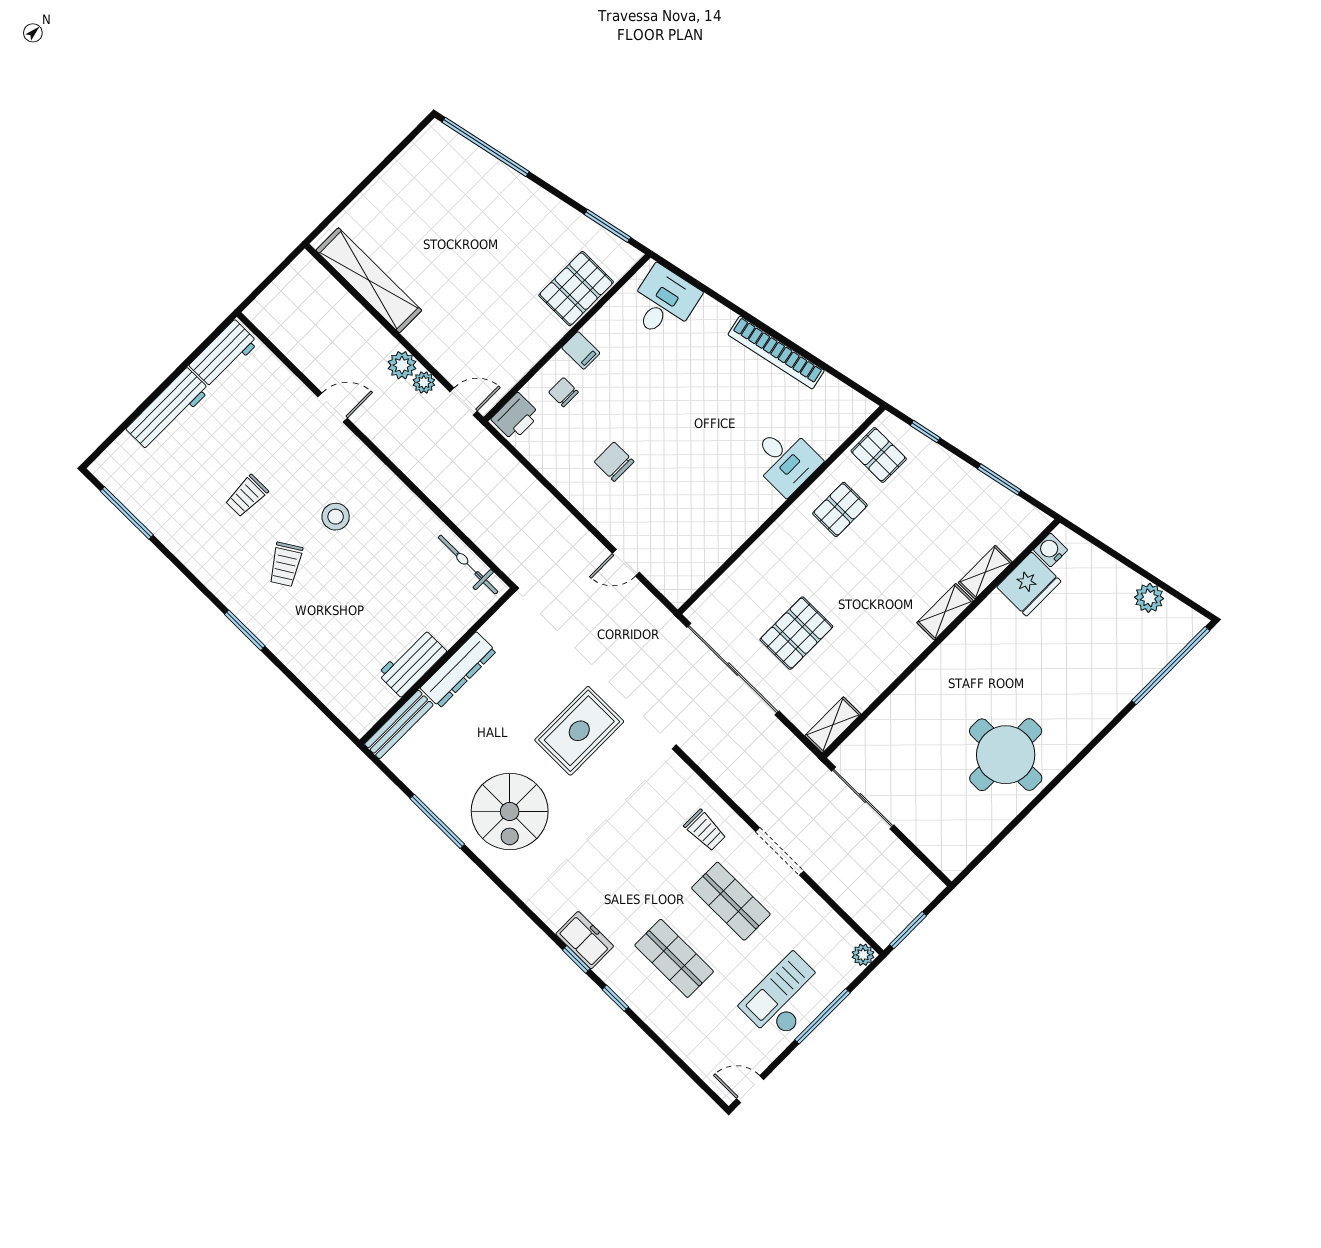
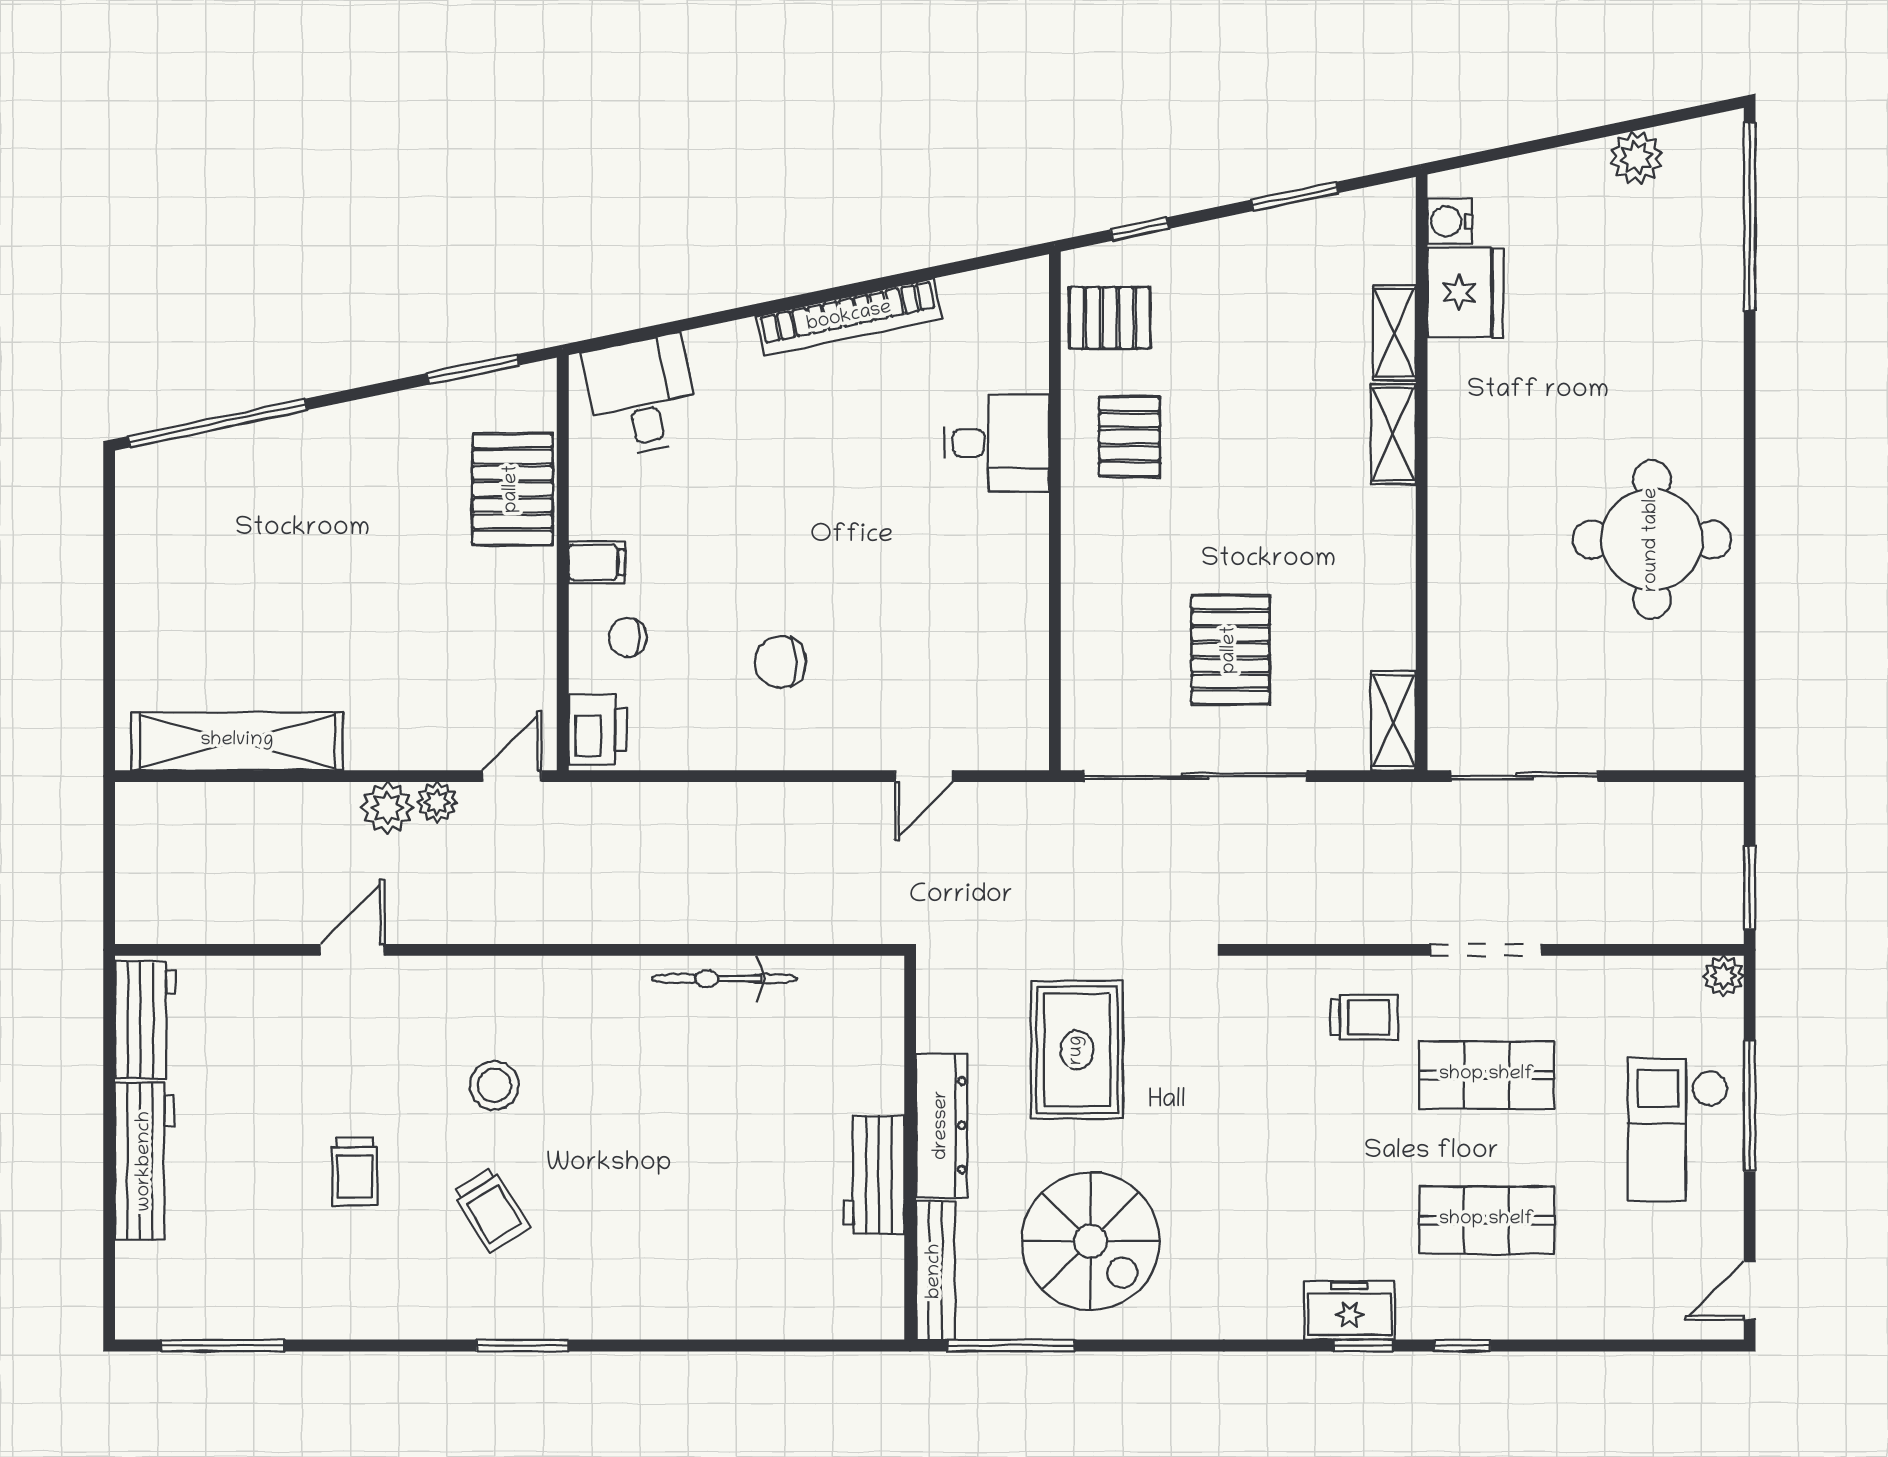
workbench: (412, 663) -> (874, 1175), moved
wall: (437, 666) -> (910, 1148), moved
dresser: (458, 670) -> (942, 1125), moved
bench: (399, 724) -> (935, 1271), moved

